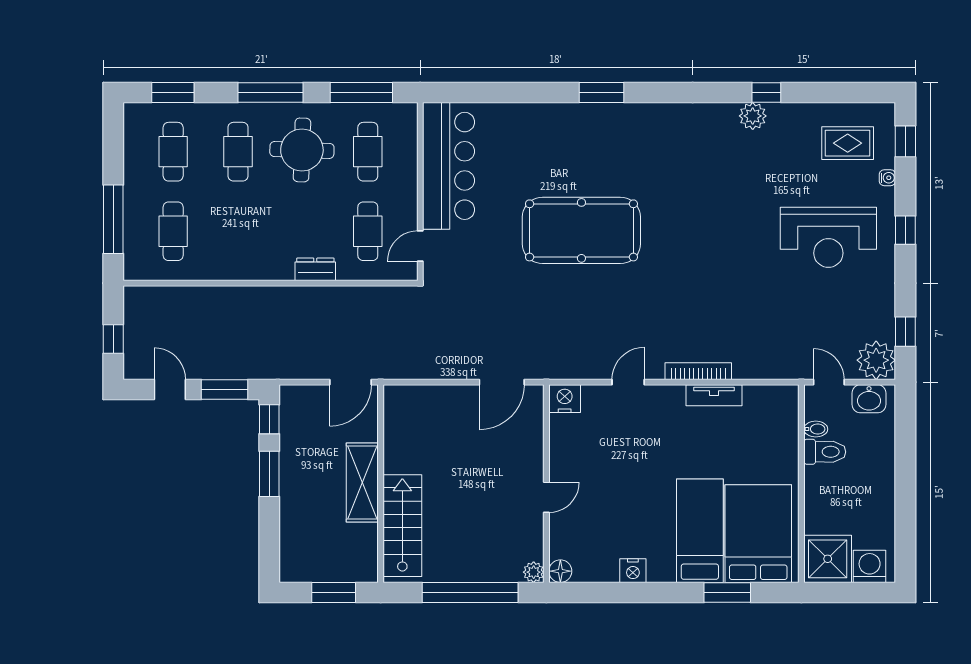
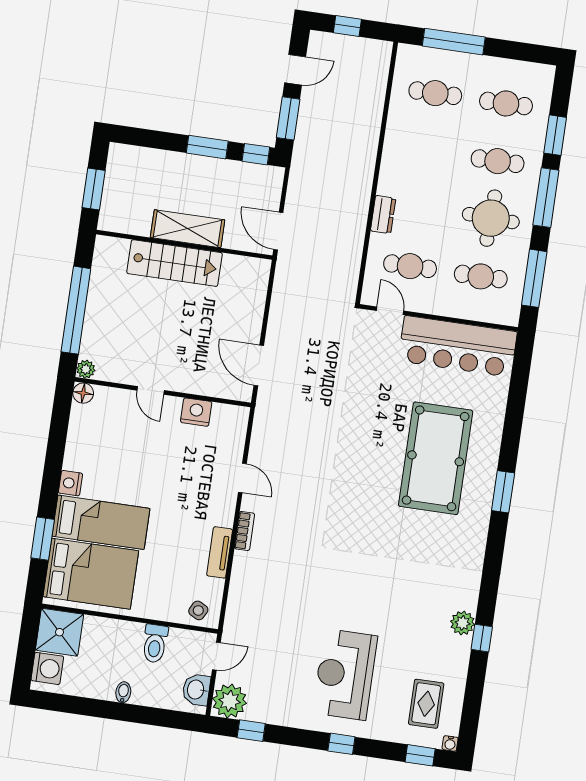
window: (173, 92) -> (555, 135), moved
water cooler: (887, 178) -> (450, 743), moved
pool table: (581, 230) -> (436, 458), moved
bookcase: (698, 371) -> (245, 531), width x0.64
nightstand: (565, 399) -> (196, 412), moved, turned -90
side table: (781, 409) -> (198, 610), added
bidet: (816, 429) -> (123, 692), moved, turned 180
stairs: (402, 526) -> (175, 263), moved
nightstand: (633, 571) -> (70, 483), moved

